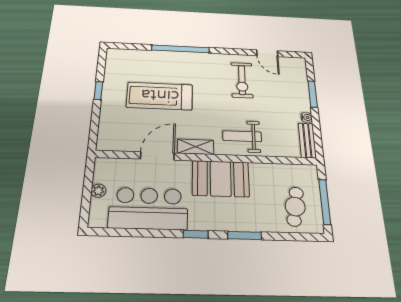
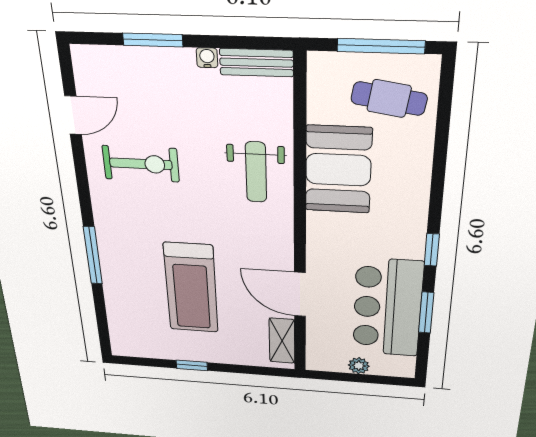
window: (181, 49) -> (93, 255), width x0.68
shelving: (196, 147) -> (282, 341), moved
booth: (221, 179) -> (338, 170), moved
window: (245, 235) -> (426, 313), moved

